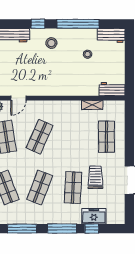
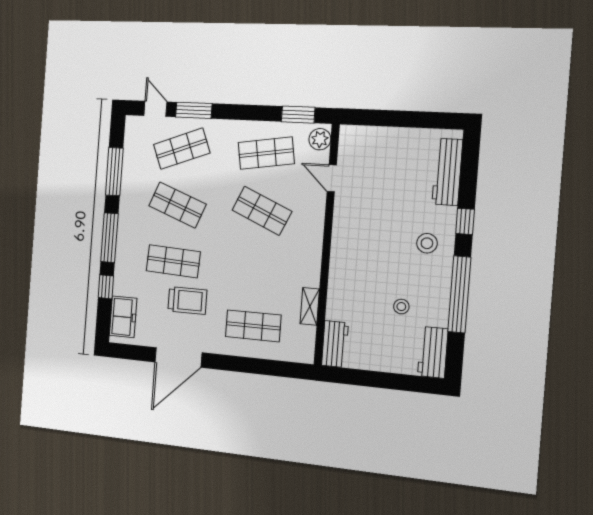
freezer: (94, 216) -> (123, 317), moved

